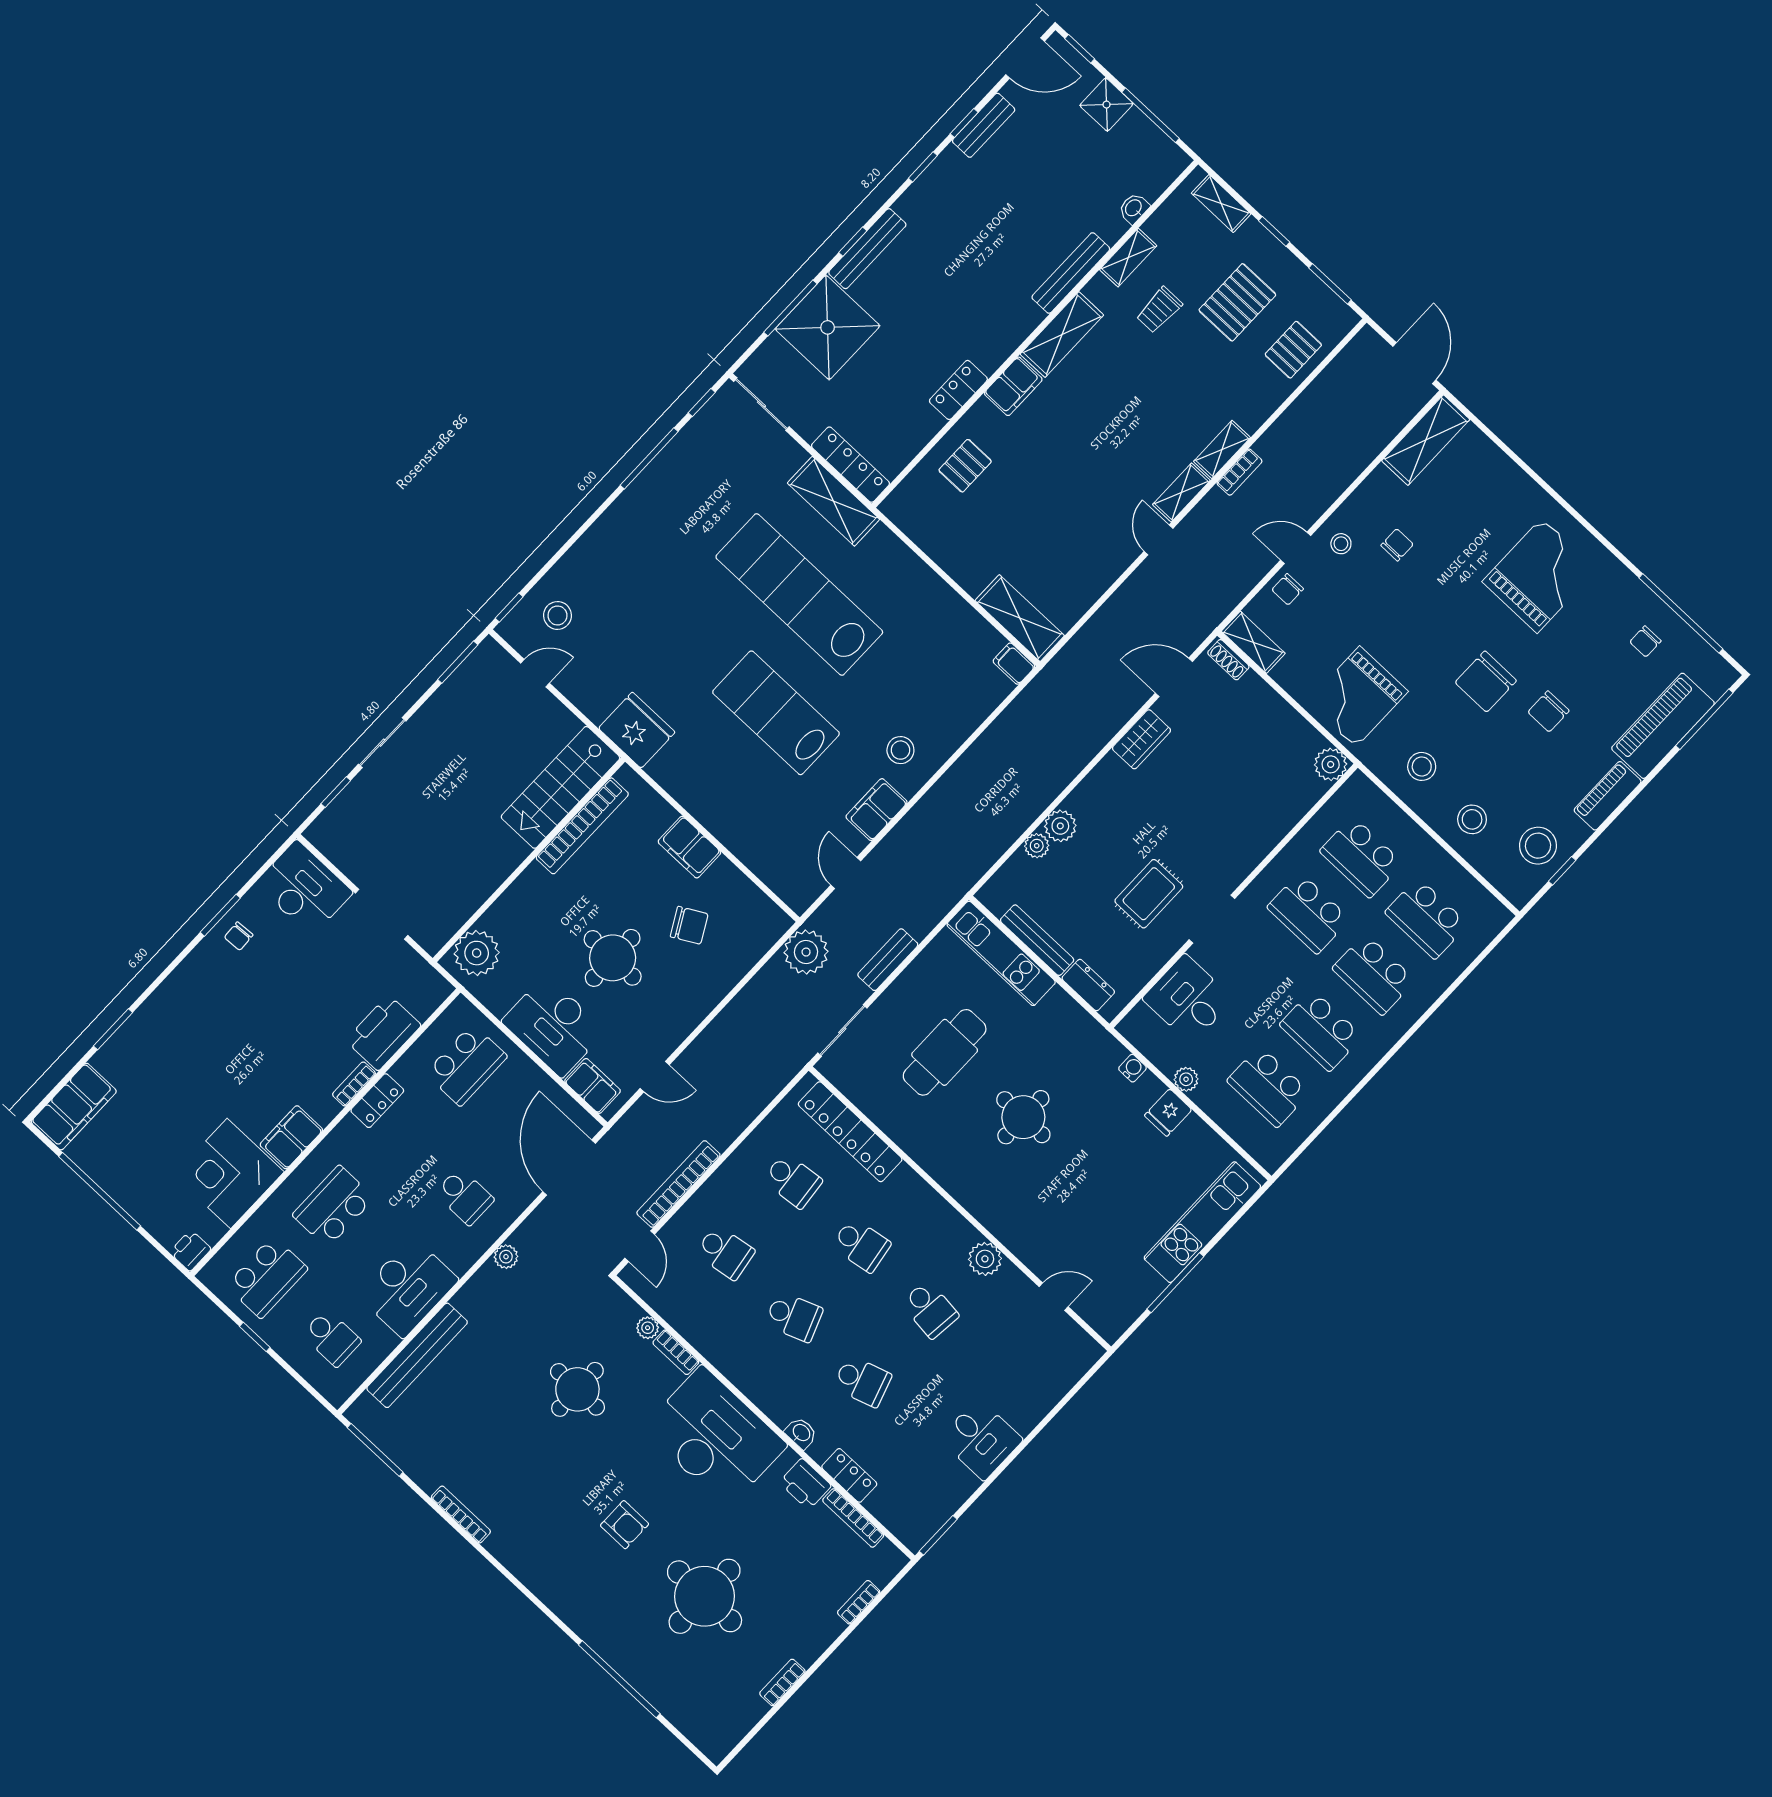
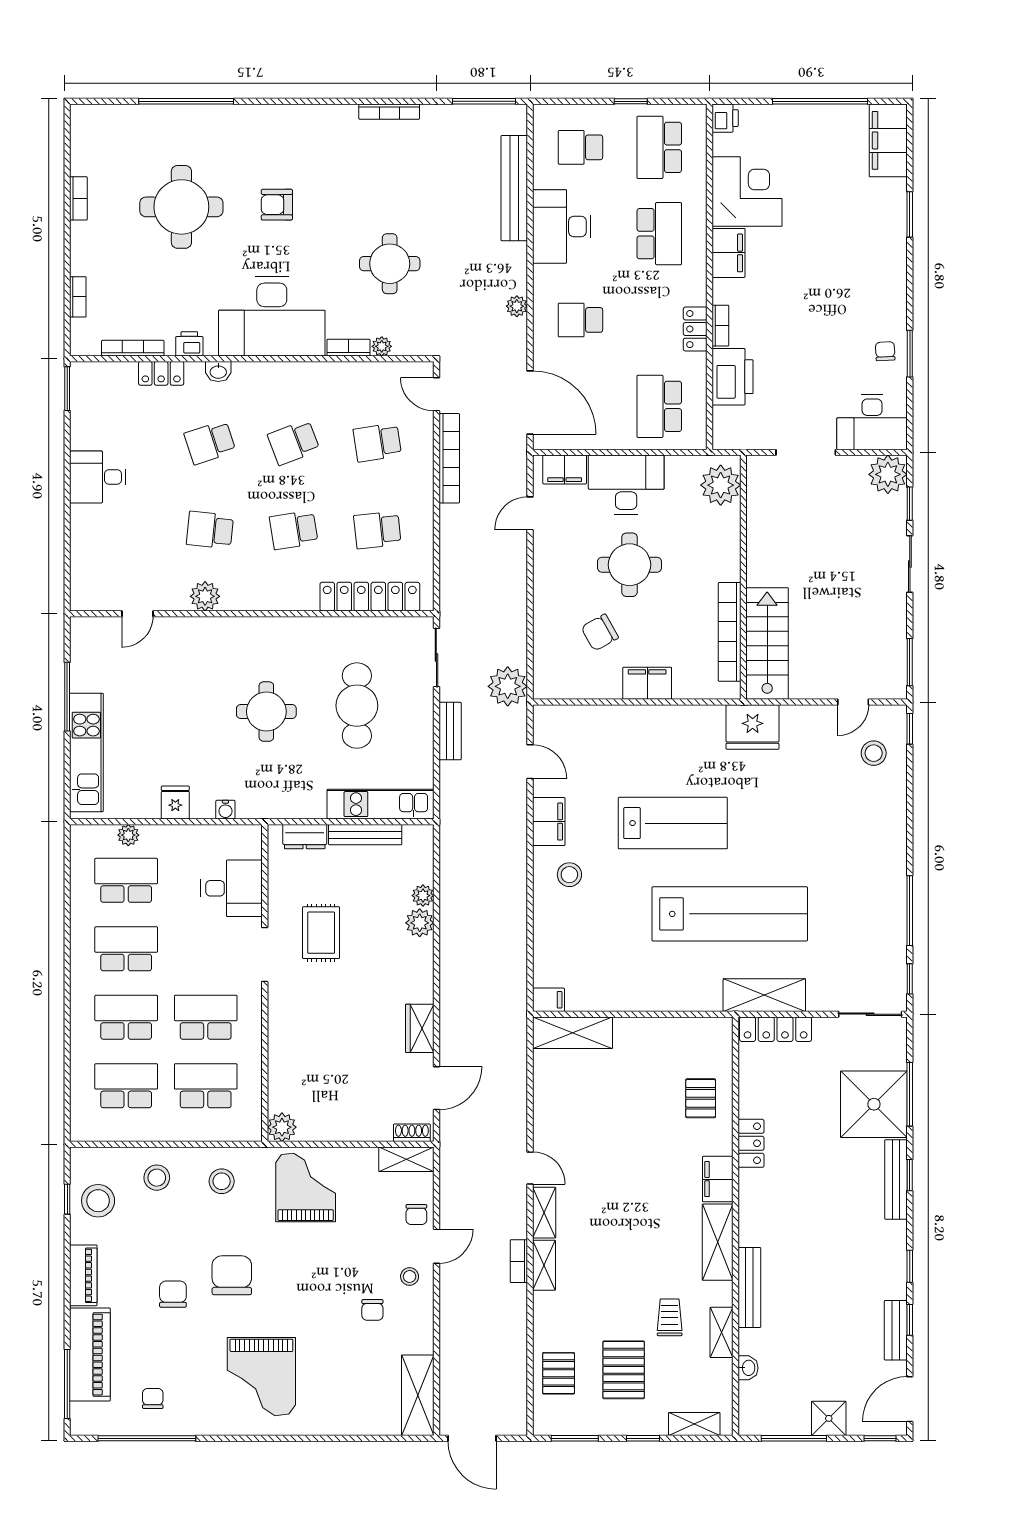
chair: (1288, 589) -> (416, 1214), turned 180
plant: (331, 833) -> (888, 474), added
plant: (1186, 1079) -> (128, 835), moved
printer: (805, 1484) -> (189, 344), width x0.73, depth x0.81

